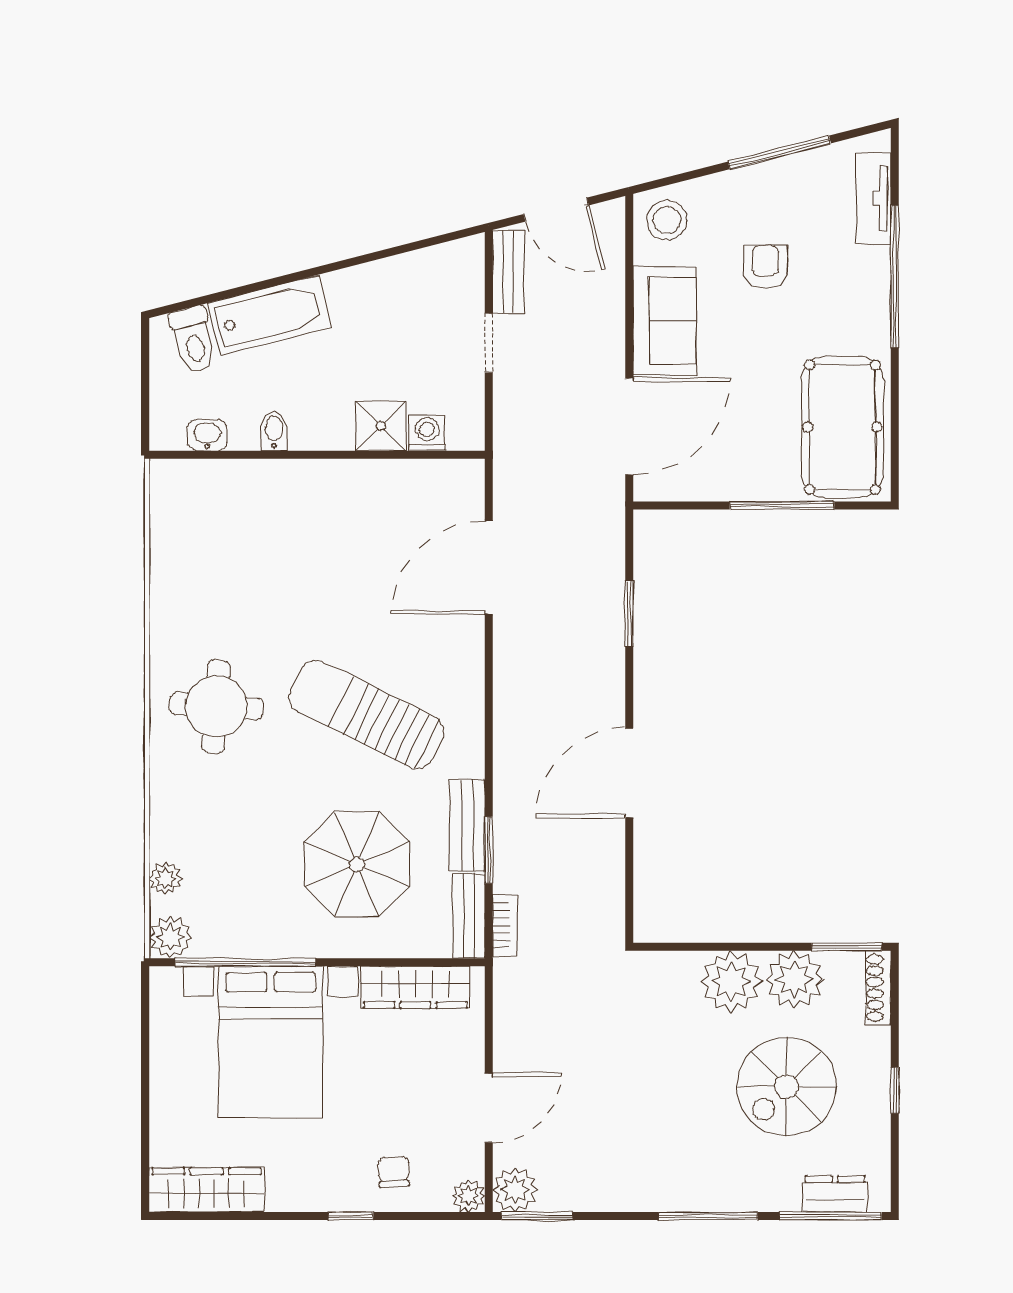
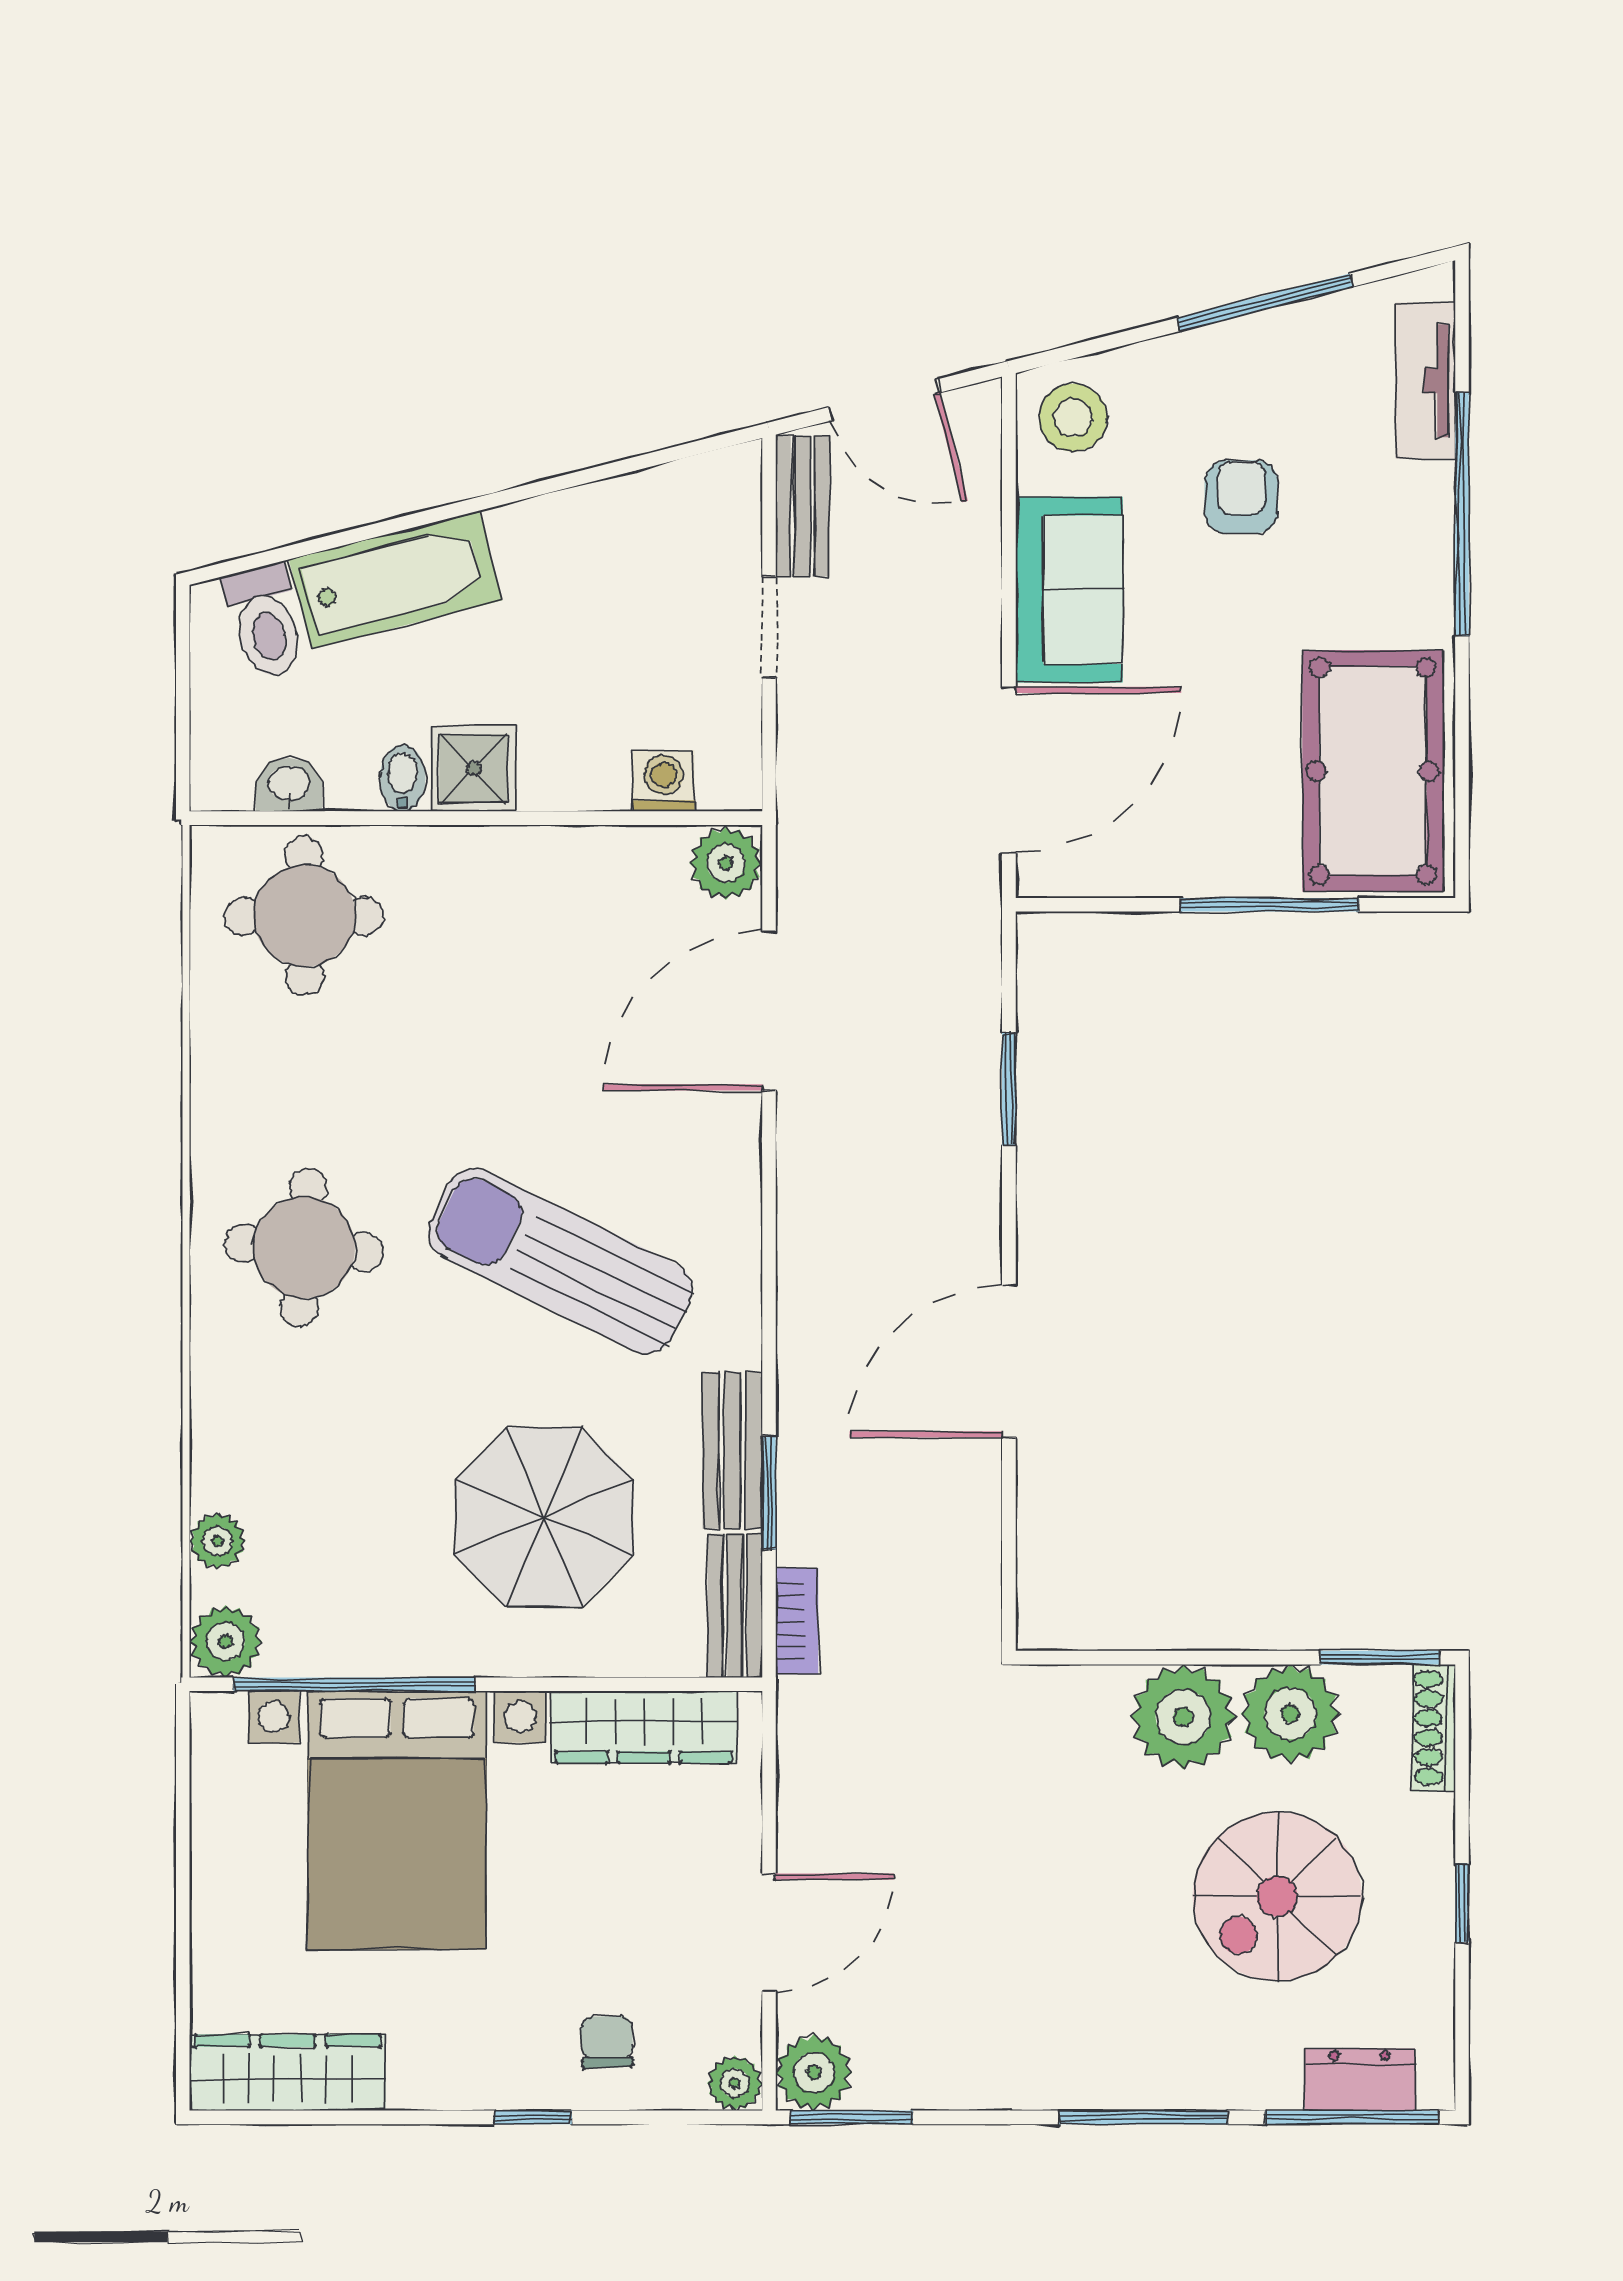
shower: (381, 426) -> (473, 769), moved
plant: (463, 481) -> (726, 863), added
round table: (216, 512) -> (304, 916), added

